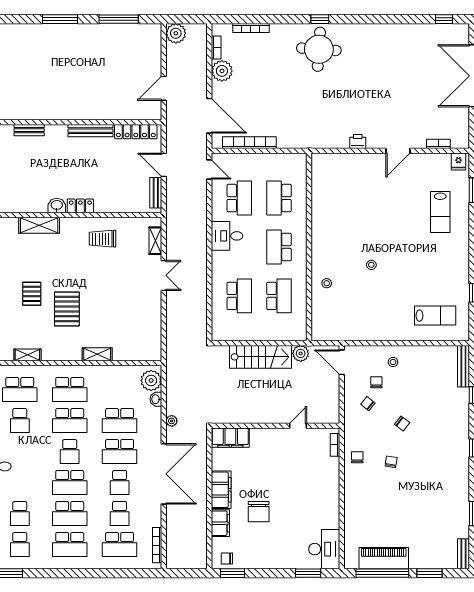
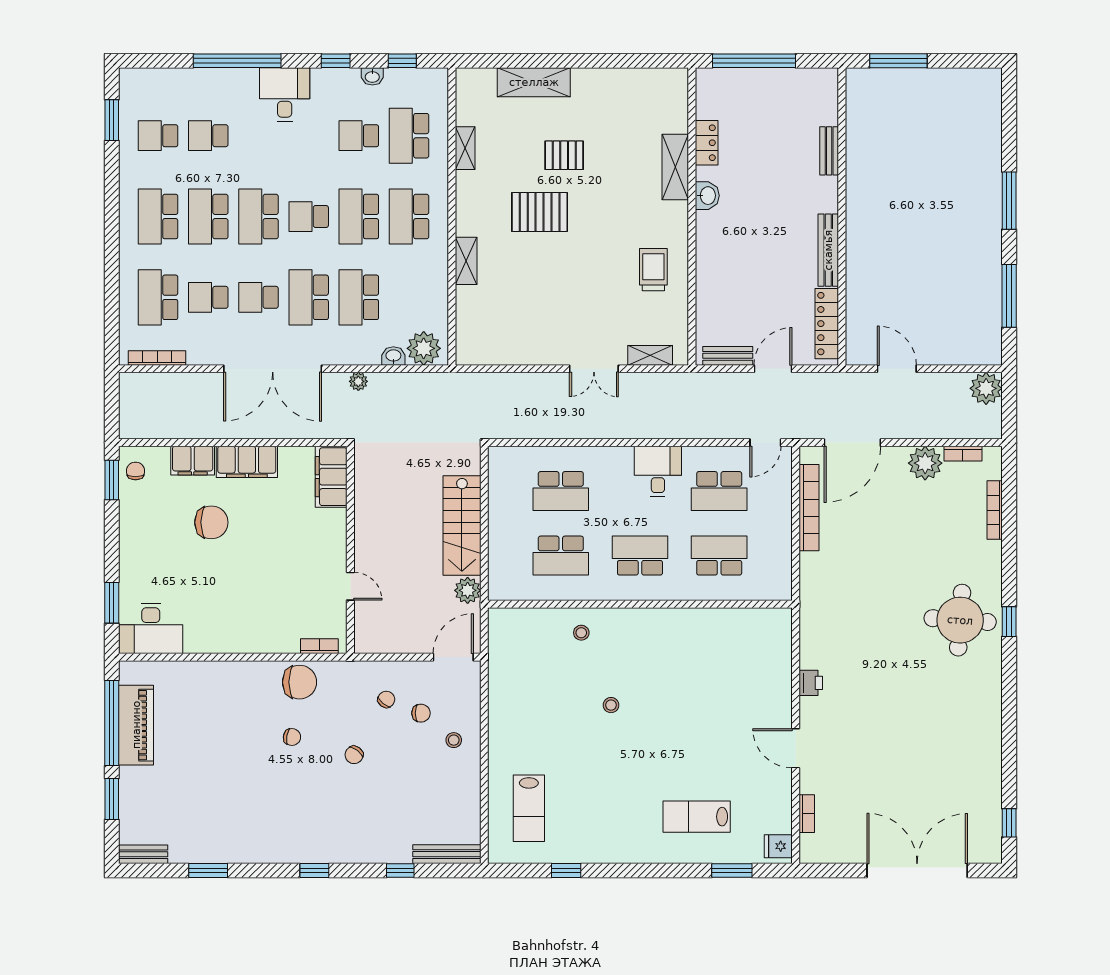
locker: (80, 206) -> (707, 143), moved
chair: (357, 457) -> (300, 682), width x1.87, depth x1.87
chair: (259, 512) -> (211, 522), turned 180

